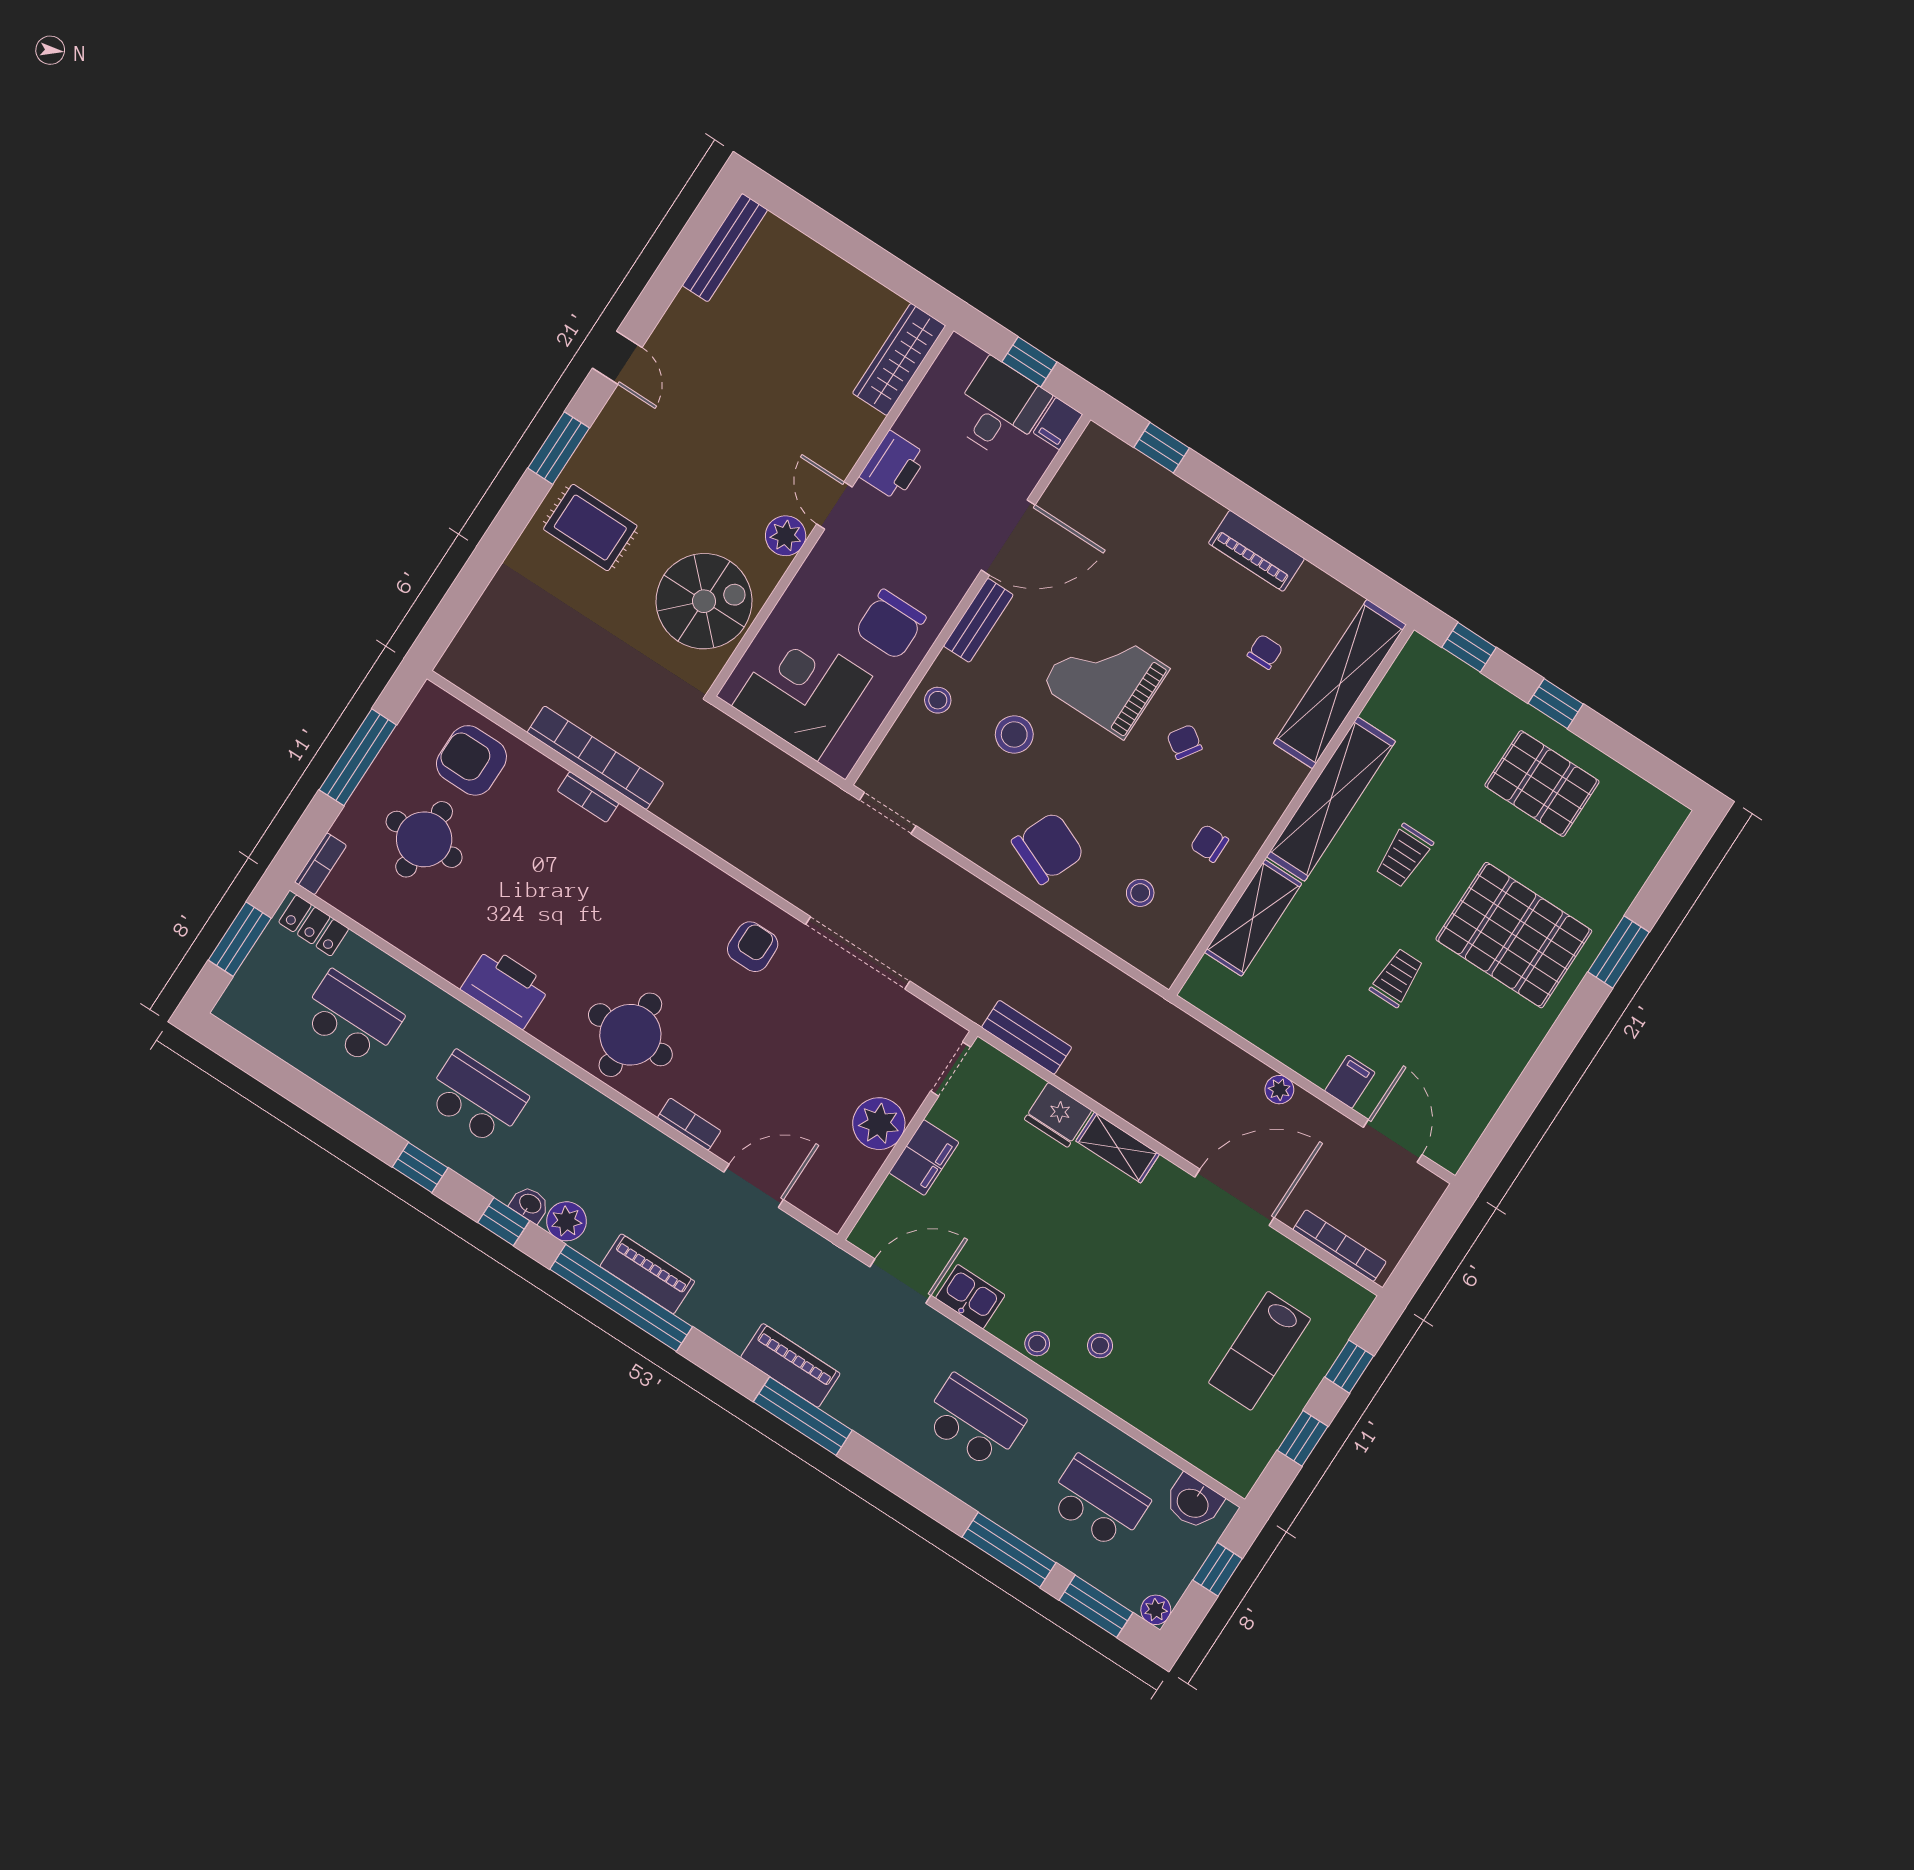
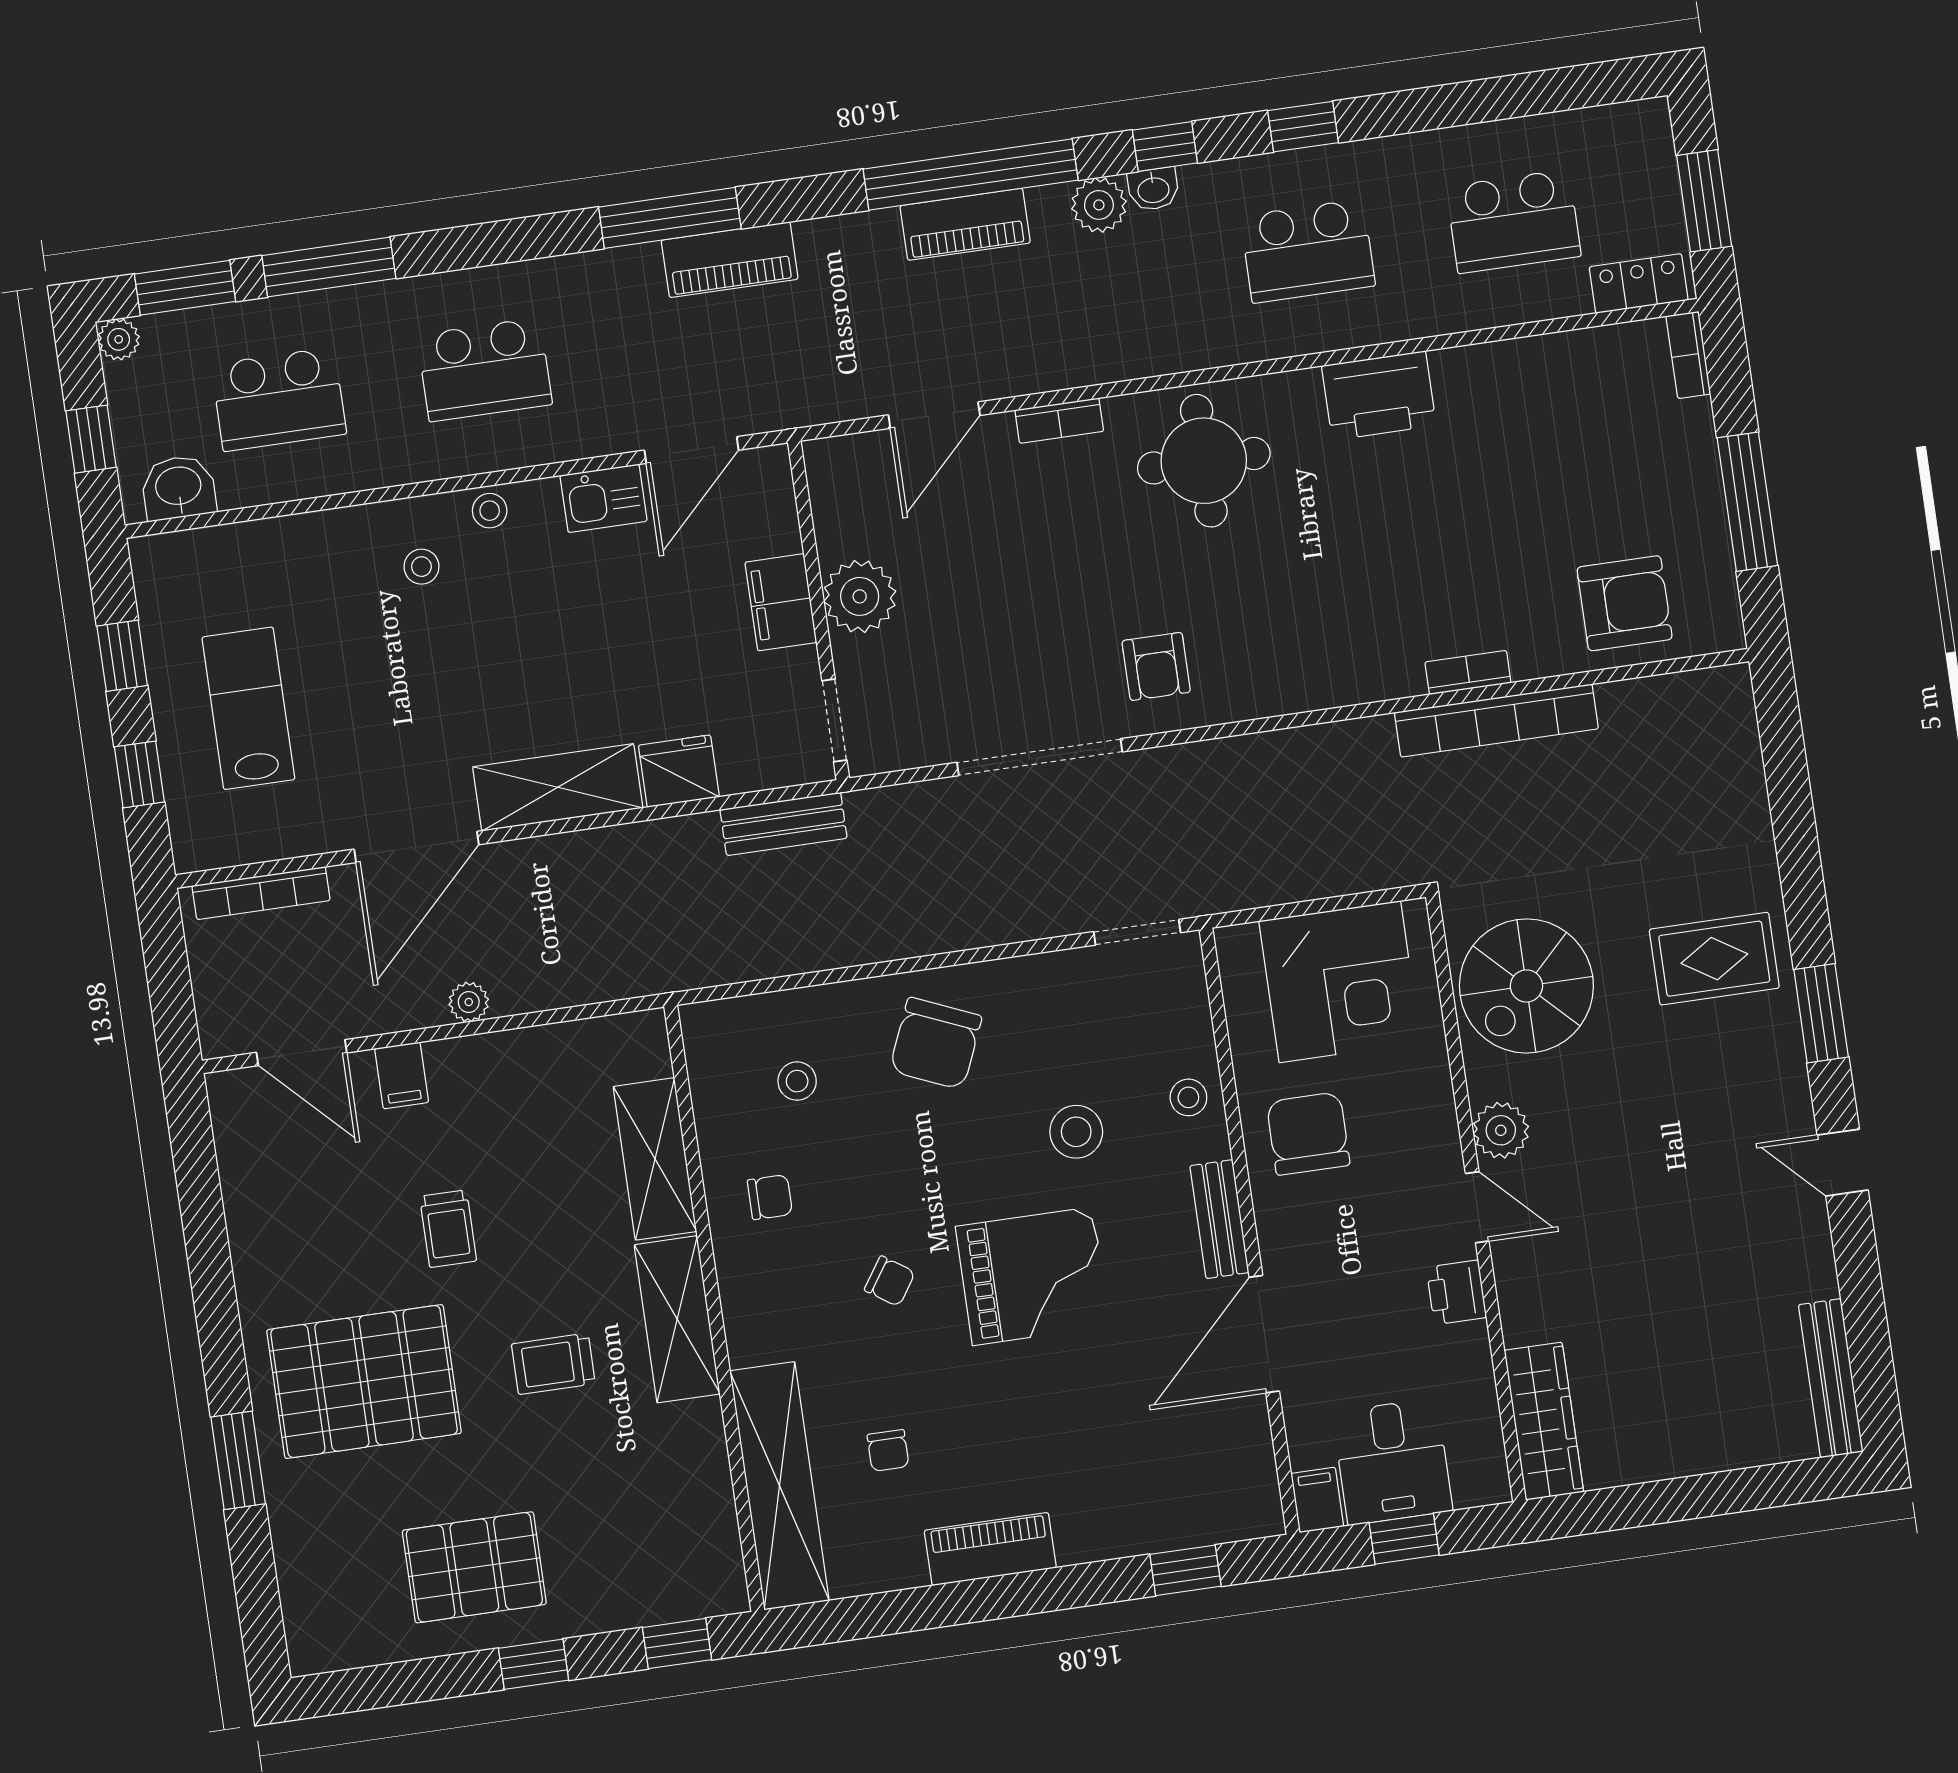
printer: (894, 466) -> (1456, 1292), width x0.73, depth x0.81
shelving: (1331, 799) -> (677, 1319), width x0.68
round table: (424, 839) -> (1602, 476), removed
trolley: (1404, 856) -> (553, 1364), turned -90
shelving: (1118, 1148) -> (558, 787), width x1.50, depth x1.33

